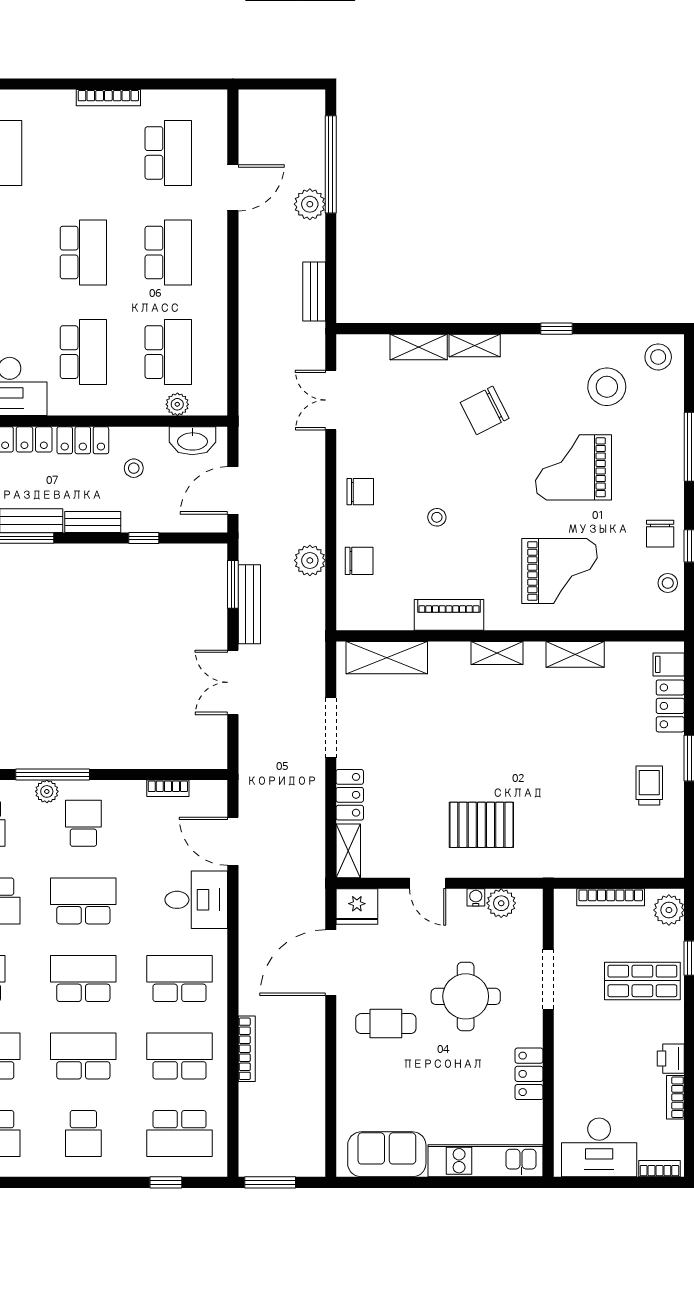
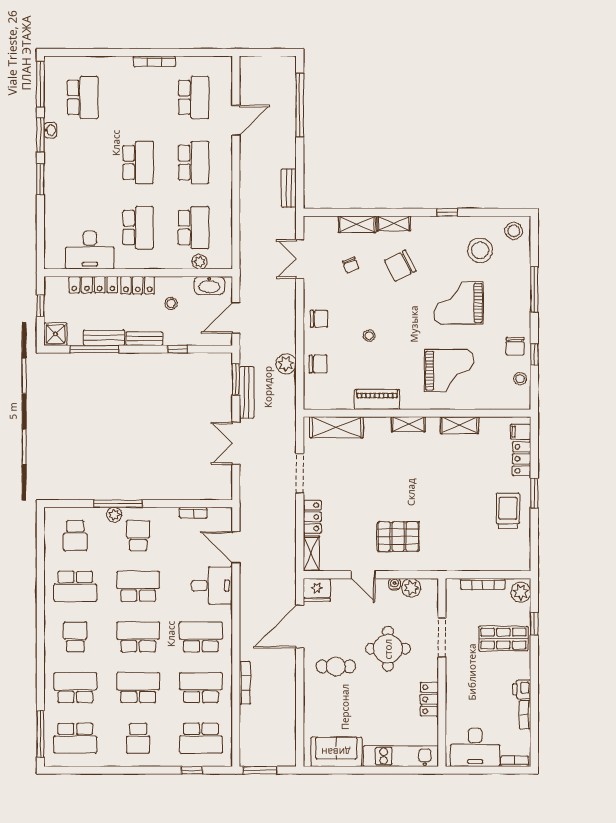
plant: (310, 204) -> (286, 131), removed
chair: (409, 409) -> (351, 265), added
trolley: (649, 785) -> (508, 511), width x1.36, depth x1.39

